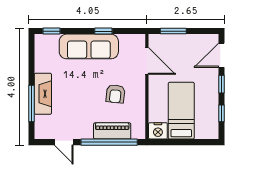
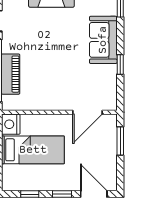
sofa: (89, 46) -> (103, 40), width x0.73
armchair: (115, 94) -> (51, 78), removed

